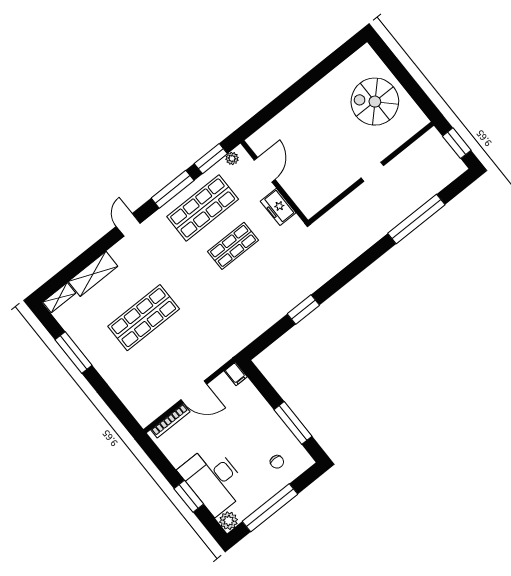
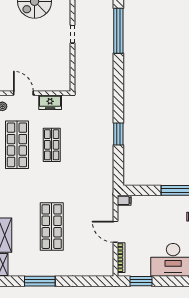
door: (194, 392) -> (115, 232), swing flipped
window: (189, 496) -> (141, 281), moved

